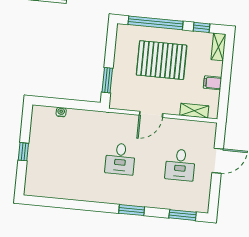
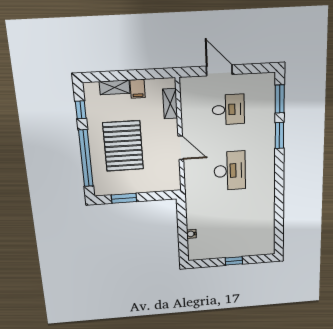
shelving: (218, 47) -> (115, 87), moved
window: (107, 80) -> (124, 198), moved
desk: (120, 159) -> (230, 171), width x1.37
window: (132, 210) -> (279, 135), moved

